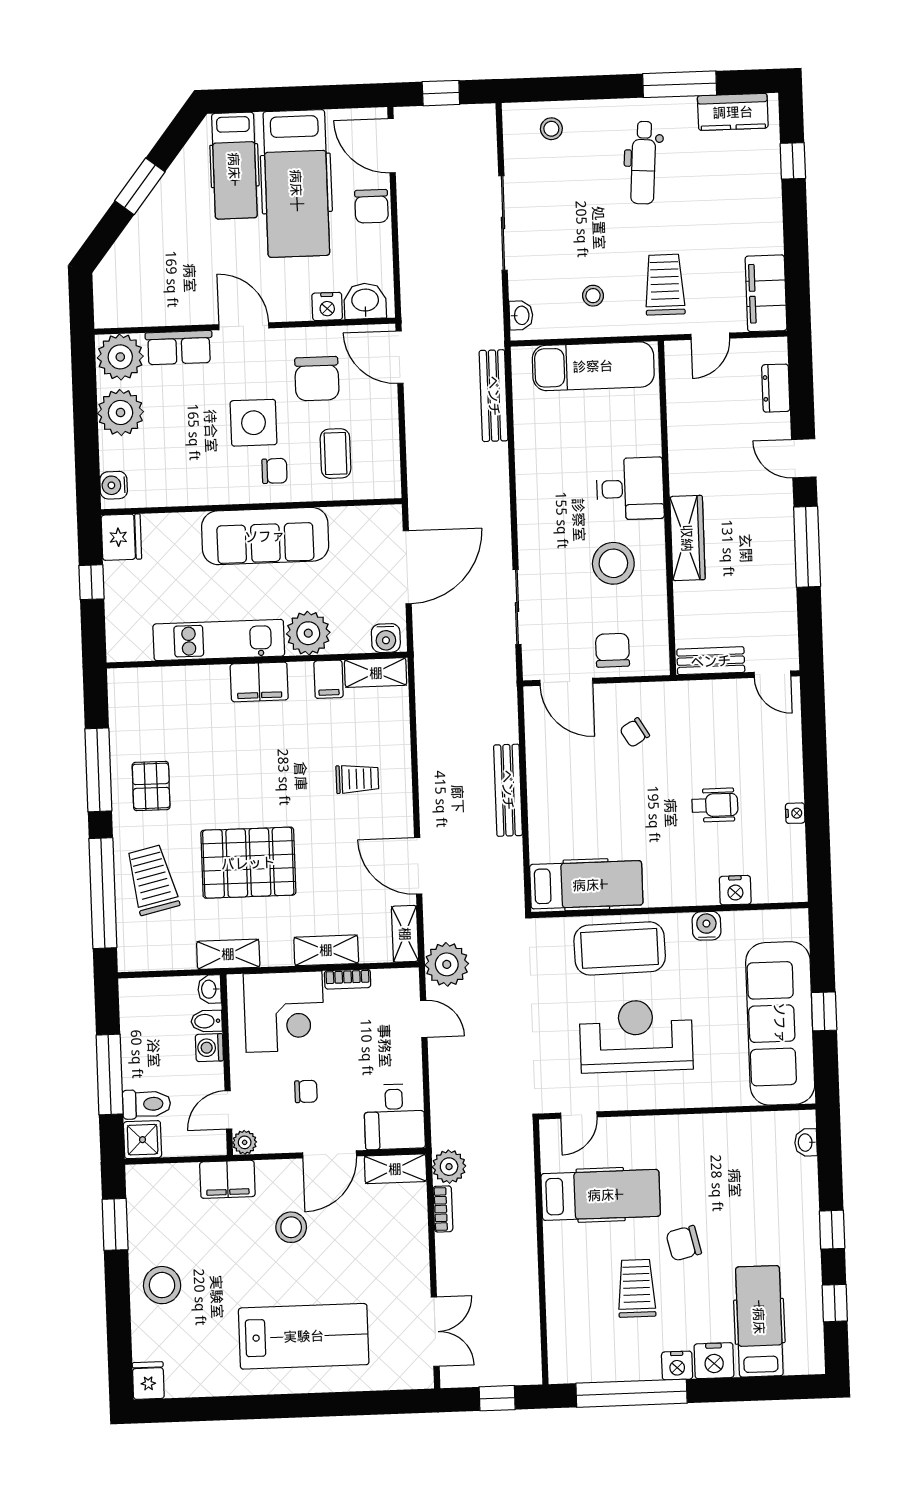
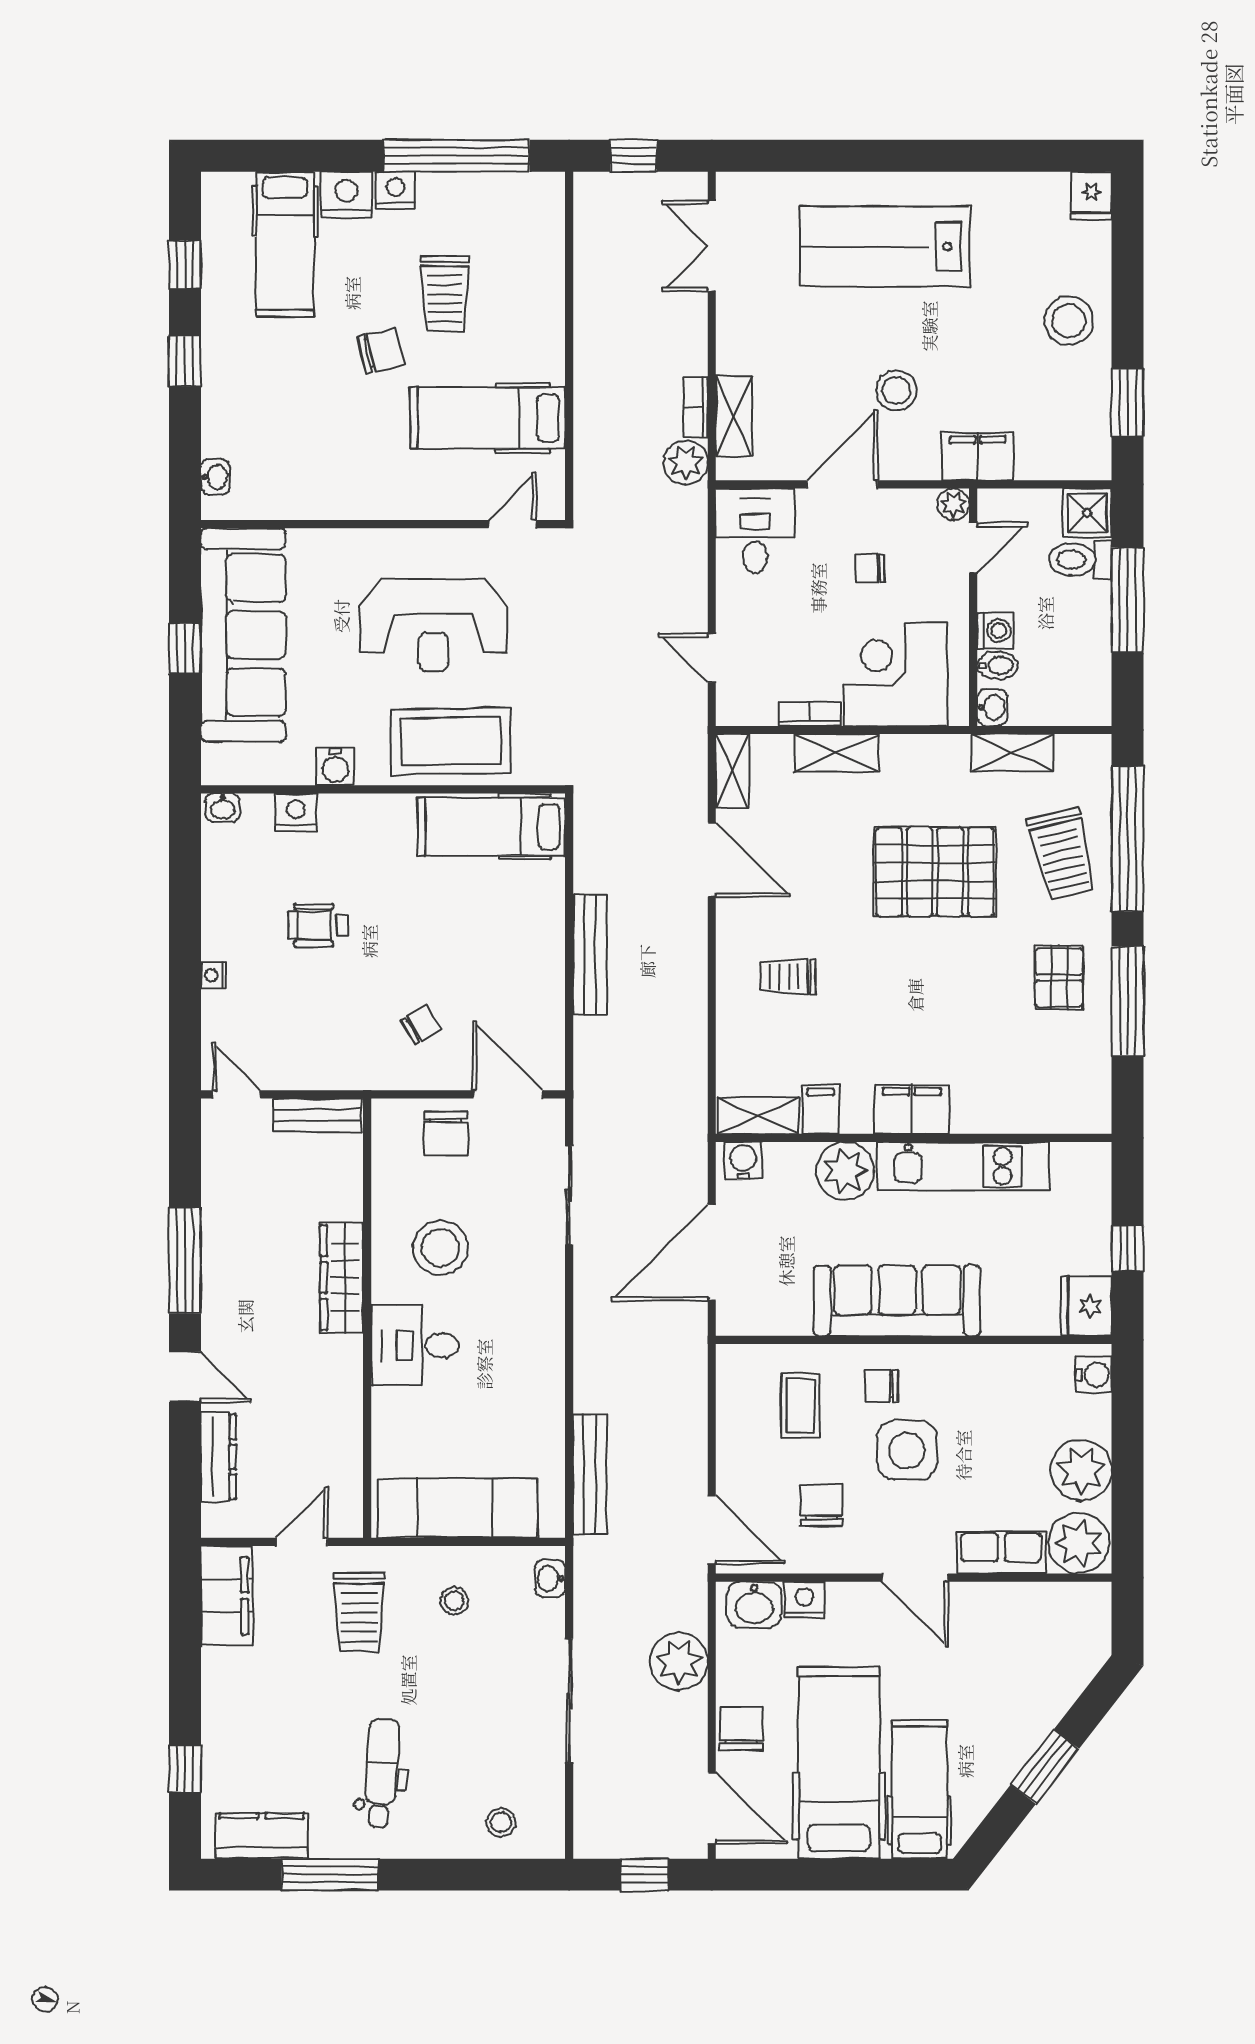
chair: (317, 379) -> (821, 1505), width x0.73, depth x0.73
dresser: (776, 388) -> (218, 1457), width x1.44
nightstand: (795, 813) -> (213, 975), moved
washbasin: (791, 892) -> (223, 807), added
shelving: (228, 954) -> (1013, 752), moved
plant: (447, 964) -> (679, 1662), moved
shelving: (395, 1169) -> (734, 416), moved, turned 90

